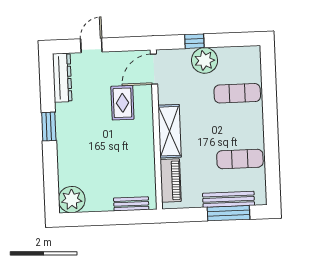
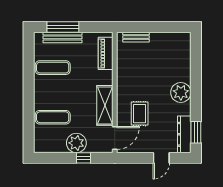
window: (49, 127) -> (196, 132), moved
shelving: (170, 131) -> (105, 105), moved
plant: (72, 200) -> (181, 92), moved

